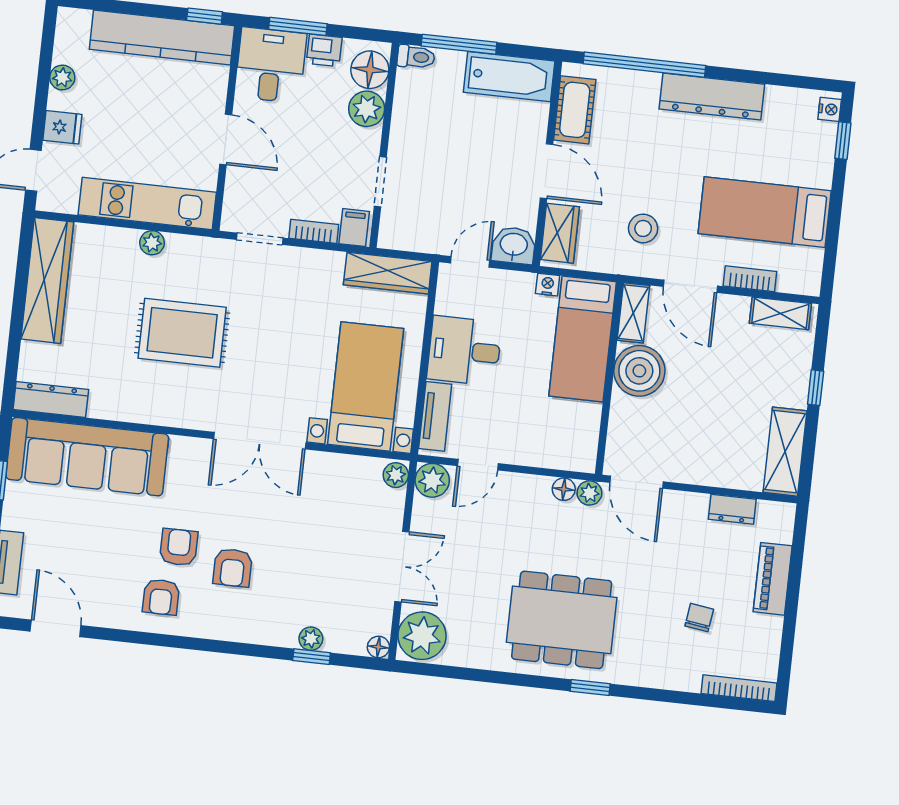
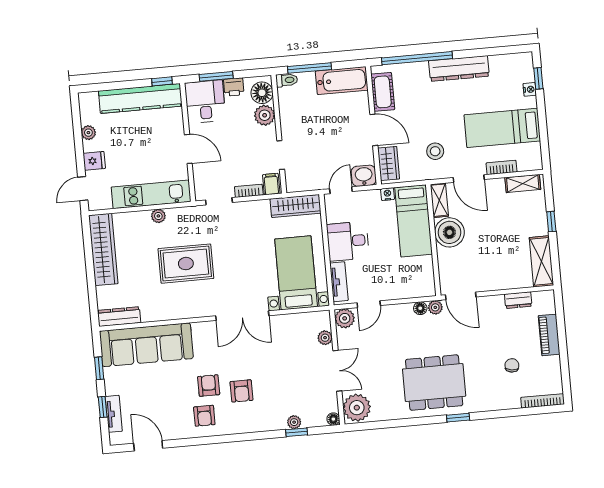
nightstand: (830, 109) -> (530, 89), moved
plant: (396, 475) -> (325, 338), moved

